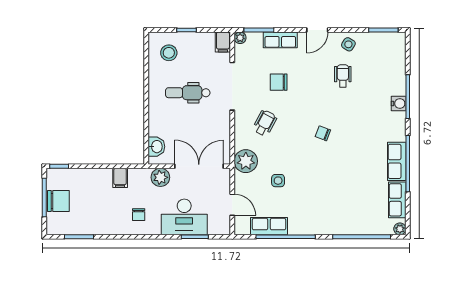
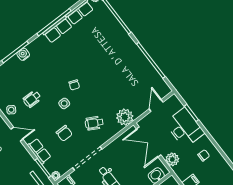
side table: (278, 181) -> (64, 103), moved
row of seats: (269, 226) -> (152, 75), removed

